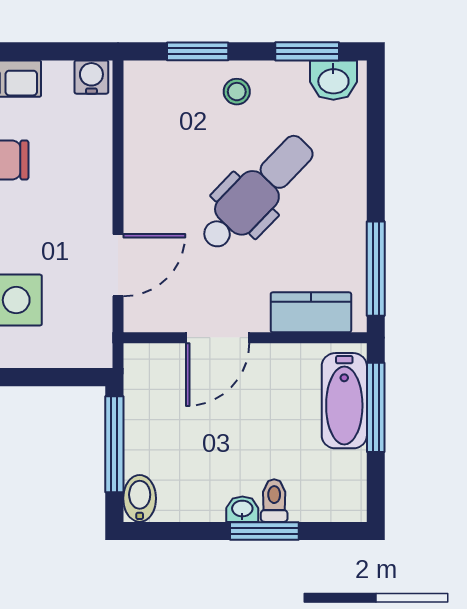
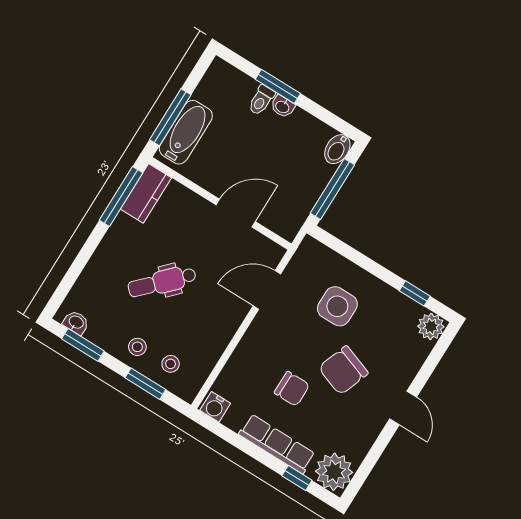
washbasin: (333, 80) -> (76, 323), width x0.72, depth x0.69
stool: (182, 96) -> (171, 364), added
dental chair: (257, 193) -> (162, 282), width x0.73, depth x0.72
kitchen counter: (311, 312) -> (146, 193), moved, turned -90

